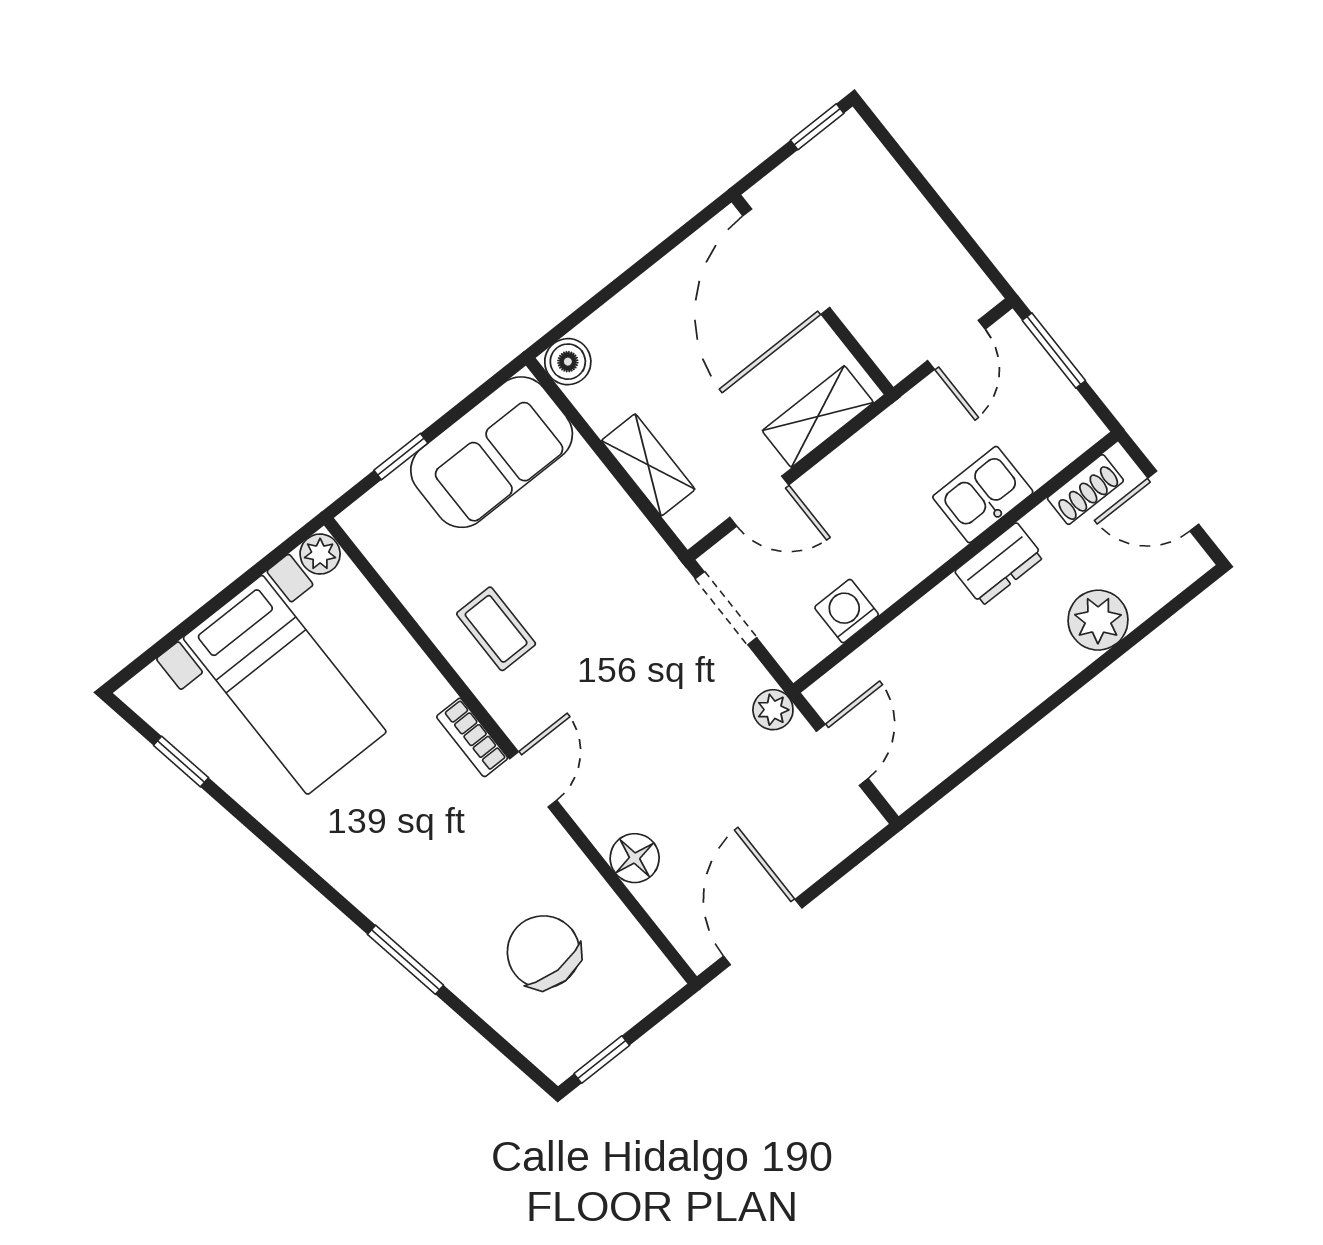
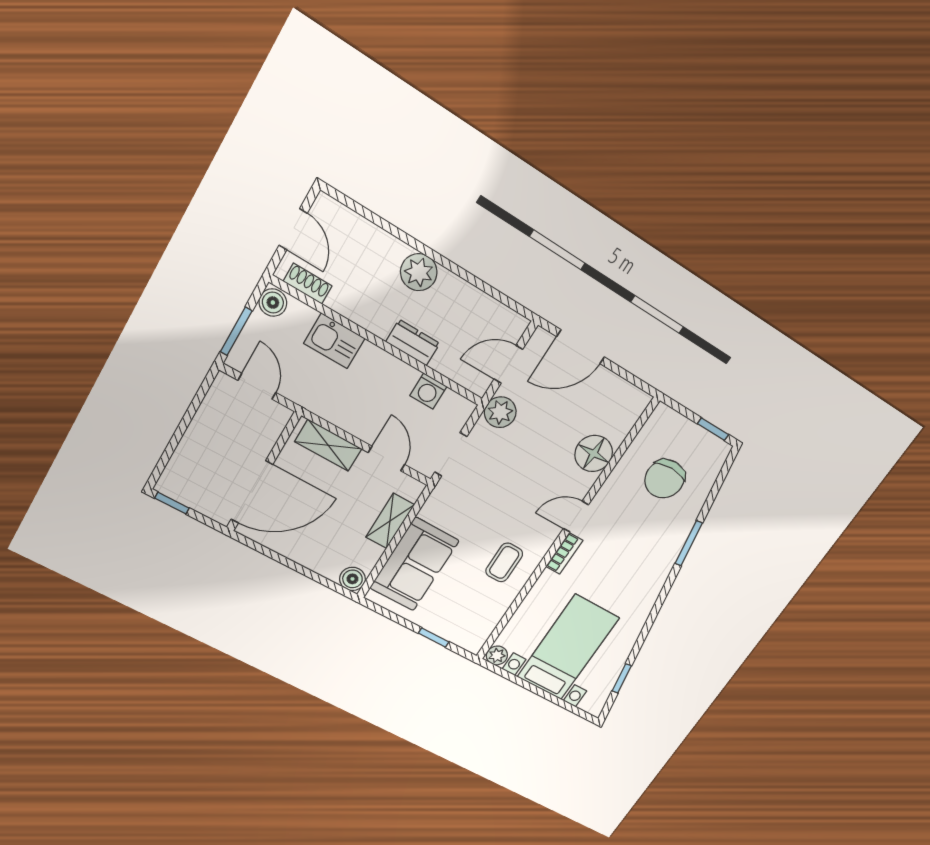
door: (956, 345) -> (257, 386), hinge flipped
boiler: (1077, 425) -> (273, 303), added
sofa: (492, 452) -> (414, 564), moved, turned 90
dresser: (999, 564) -> (413, 343), moved
plant: (1098, 620) -> (419, 272), moved
plant: (773, 710) -> (500, 412), width x1.38, depth x1.38
floor lamp: (635, 858) -> (594, 454), width x1.38, depth x1.38
door: (763, 932) -> (581, 347), moved

